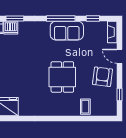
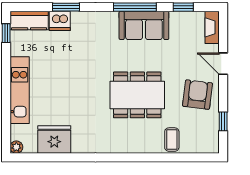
dining table: (62, 77) -> (137, 95), width x1.38

